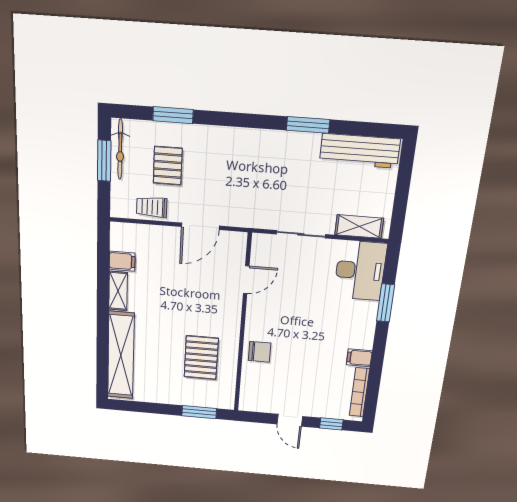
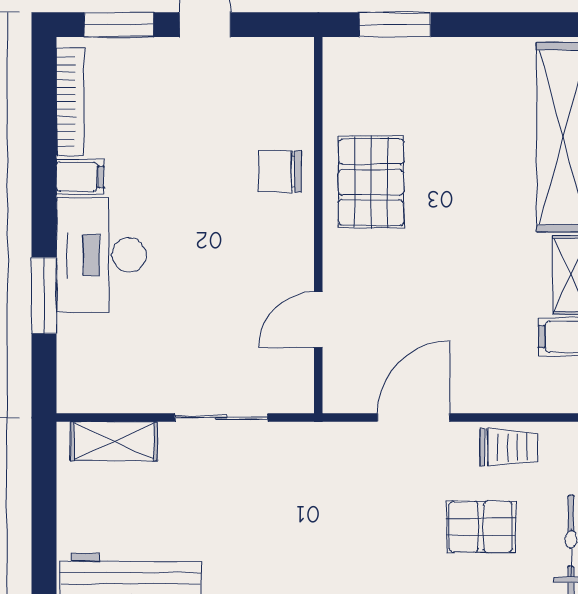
pallet: (168, 166) -> (481, 527), turned 90
desk: (360, 271) -> (101, 255), moved
pallet: (201, 358) -> (371, 182), moved
window: (331, 424) -> (119, 25), width x1.50

